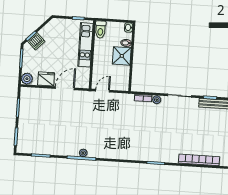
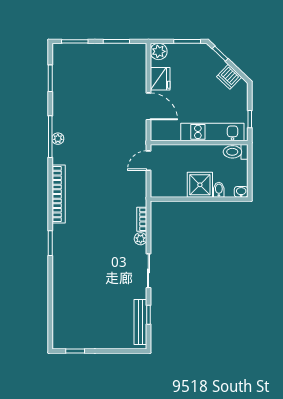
dishwasher: (36, 41) -> (229, 77), moved
door: (103, 91) -> (148, 161), swing flipped
bookcase: (199, 160) -> (59, 194), moved

